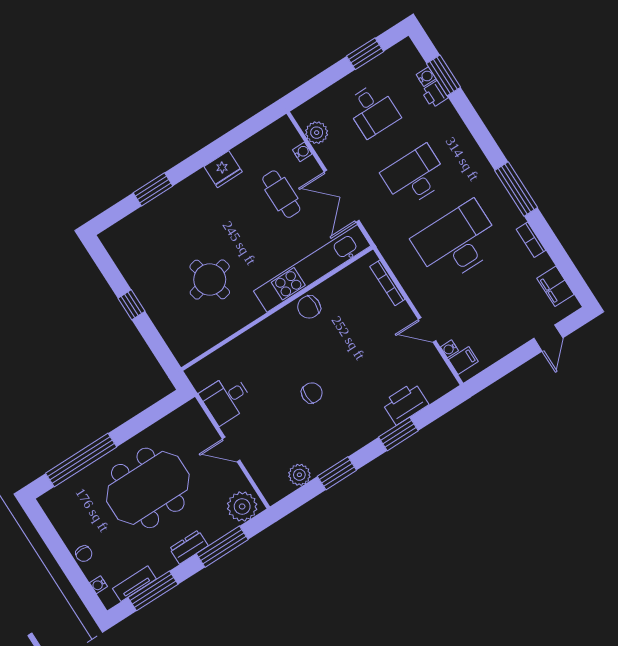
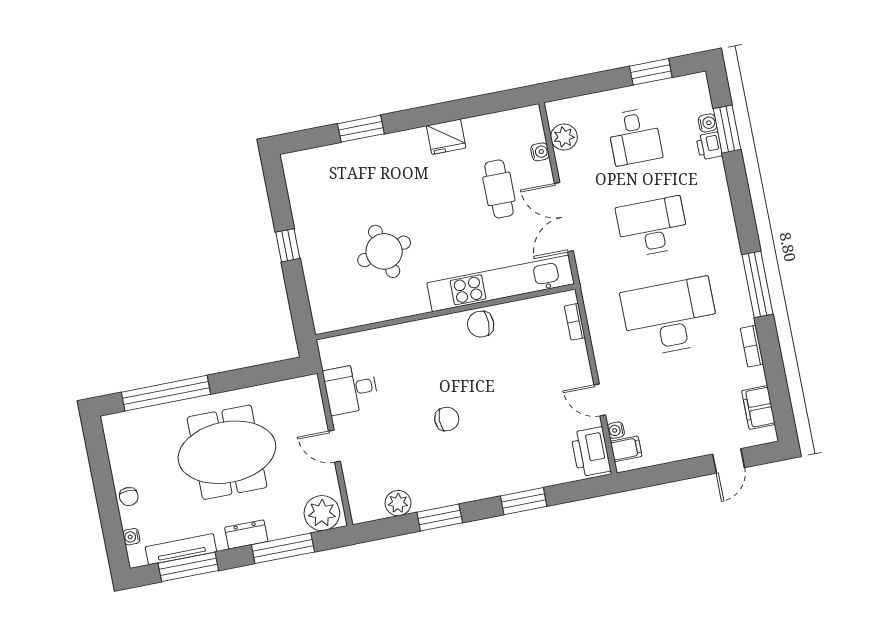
bookcase: (387, 283) -> (575, 322), width x0.64
printer: (405, 403) -> (591, 452), moved, turned -90
tv unit: (134, 584) -> (181, 549), width x1.41

